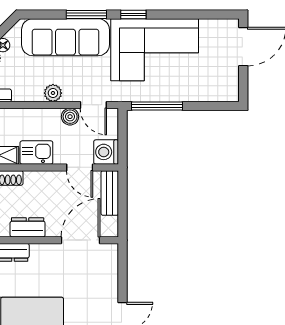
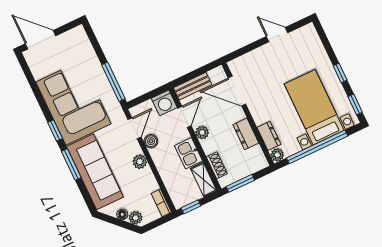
plant: (52, 179) -> (202, 133), added

